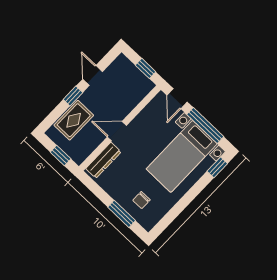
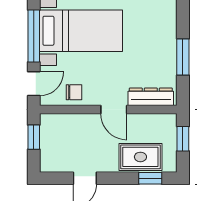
window: (73, 96) -> (150, 178), moved
chair: (141, 200) -> (74, 92), moved
window: (122, 214) -> (183, 57), moved

